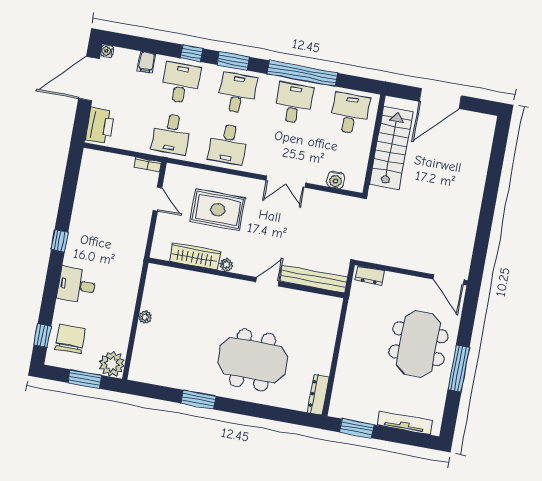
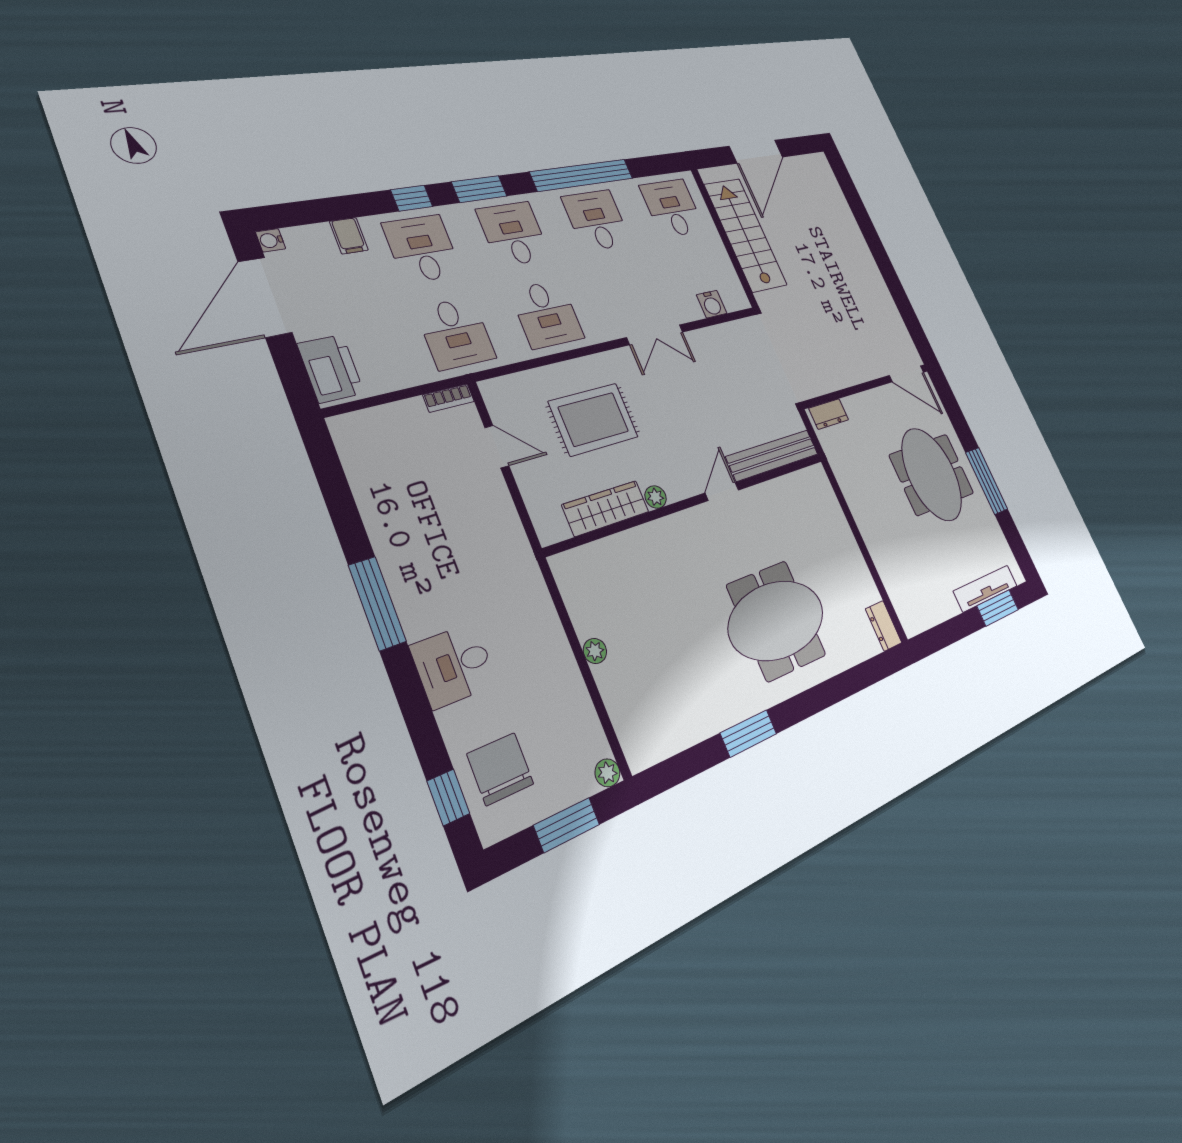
window: (60, 241) -> (377, 603), width x2.17
plant: (112, 364) -> (607, 773), width x0.53, depth x0.53
dresser: (318, 395) -> (884, 626), width x0.70
window: (357, 428) -> (998, 608), moved

